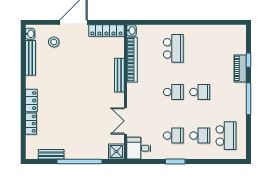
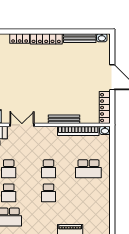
stool: (54, 42) -> (94, 59), removed
locker: (31, 101) -> (46, 39), width x1.53

